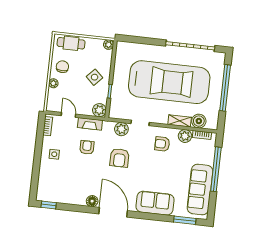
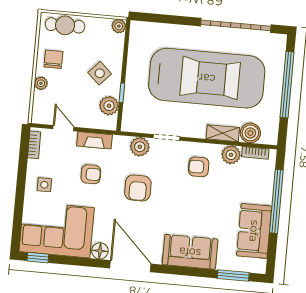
plant: (99, 110) -> (109, 106), moved
armchair: (87, 147) -> (91, 174), turned 90
corner sofa: (62, 186) -> (57, 230), added
sofa: (200, 190) -> (254, 231), width x0.73

